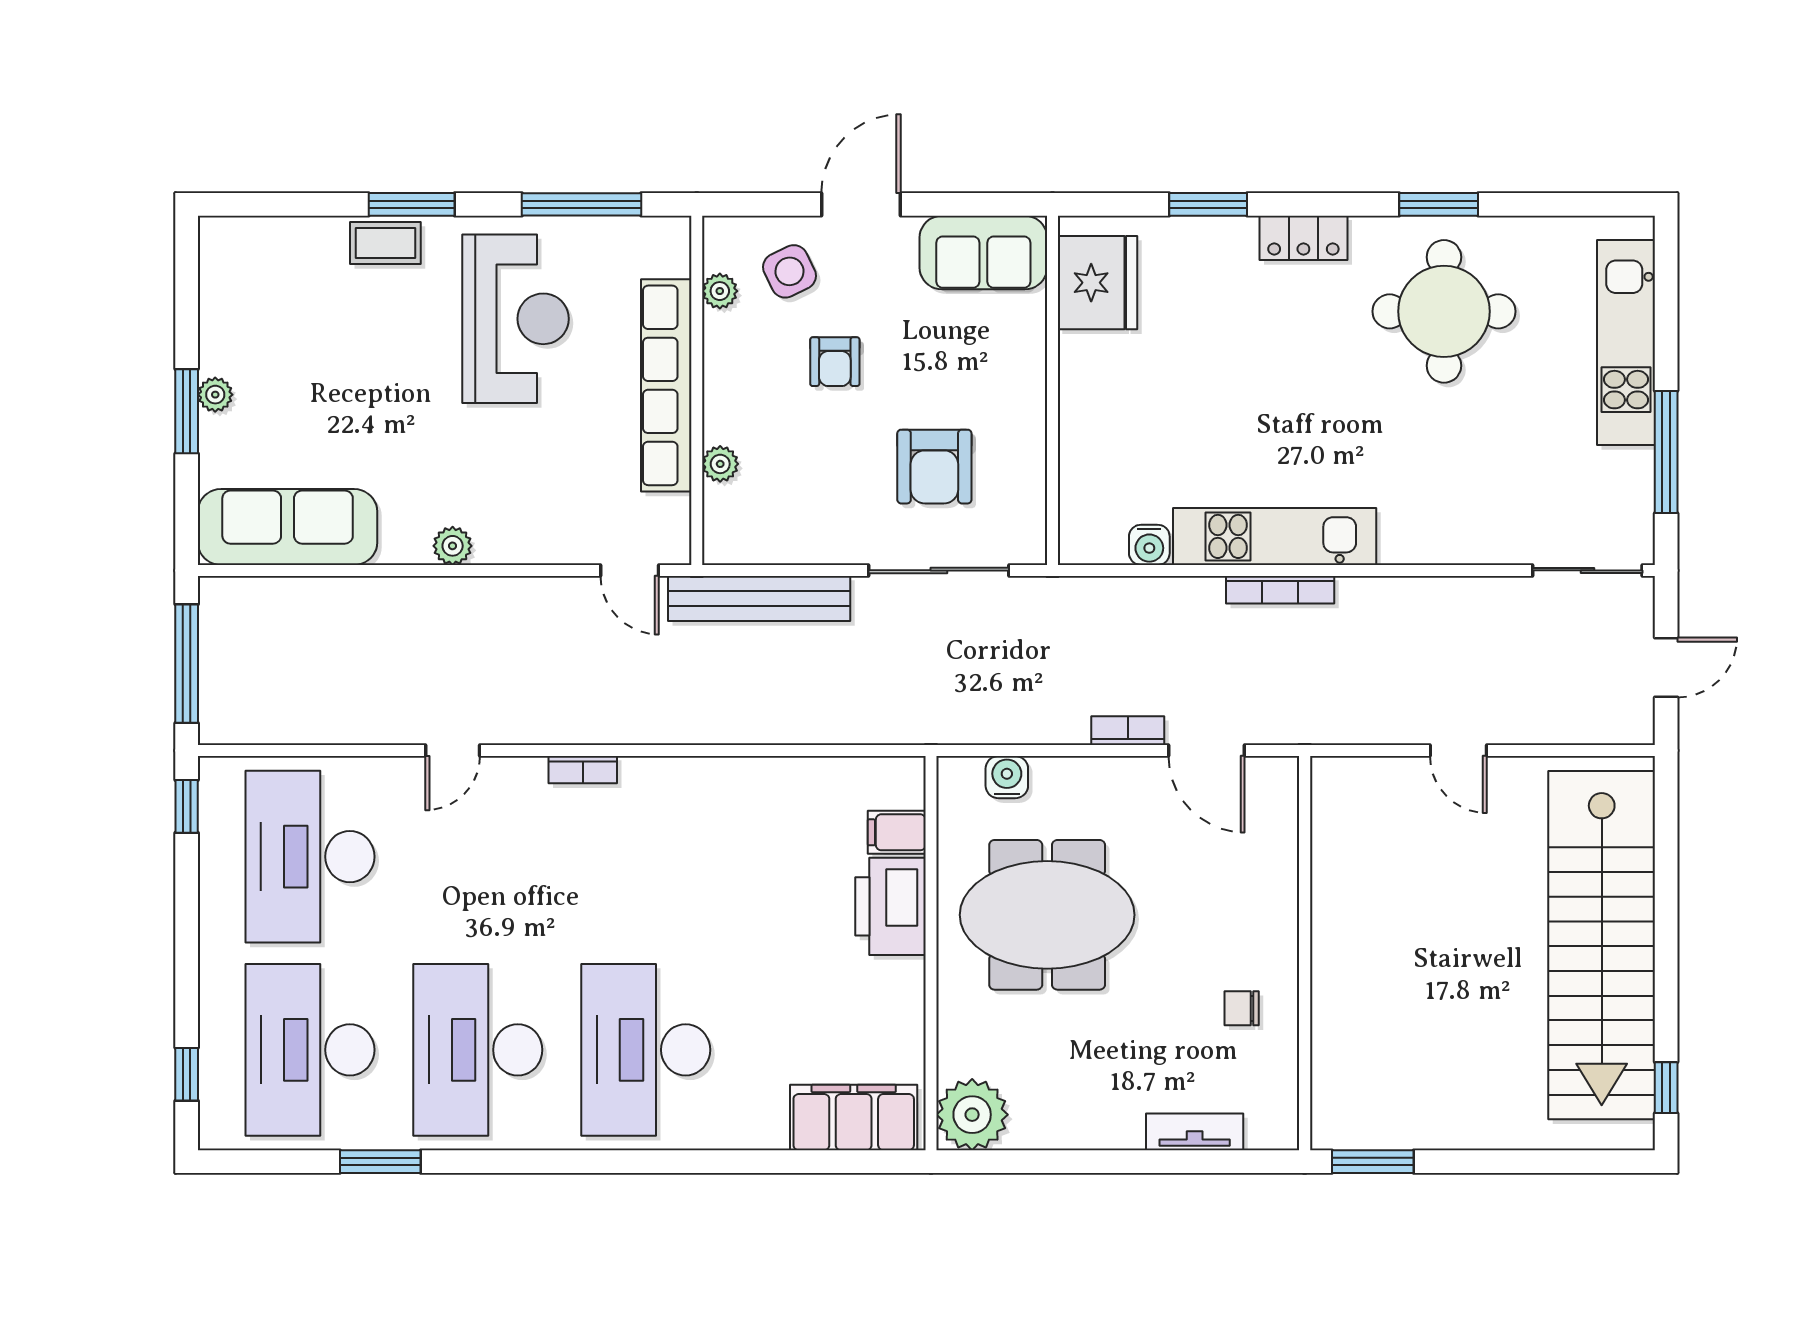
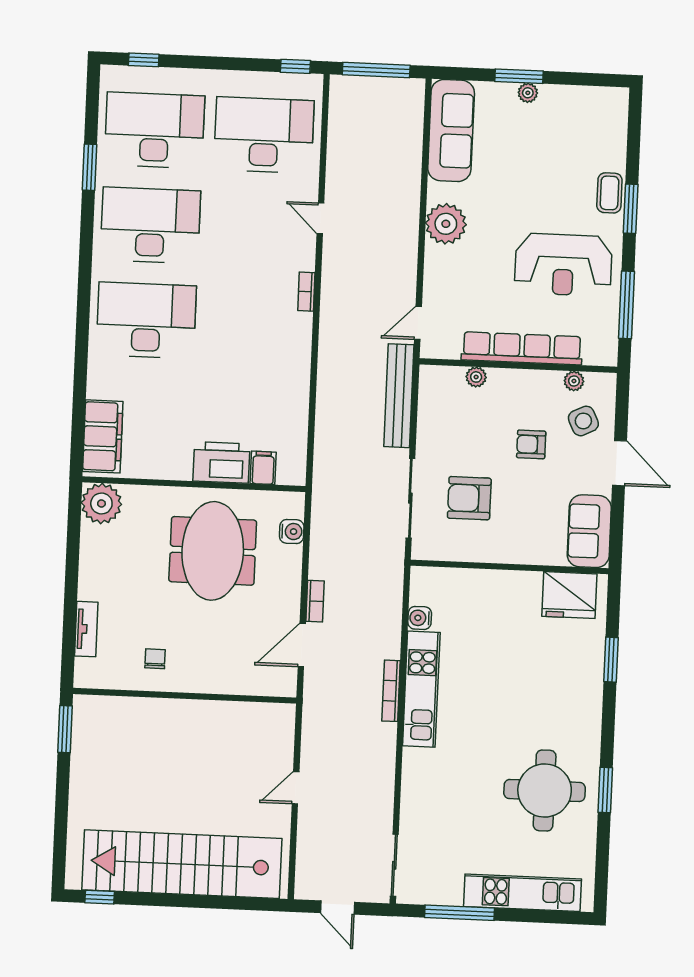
locker: (1303, 238) -> (590, 713), removed
plant: (453, 546) -> (446, 224), width x1.88, depth x1.88

